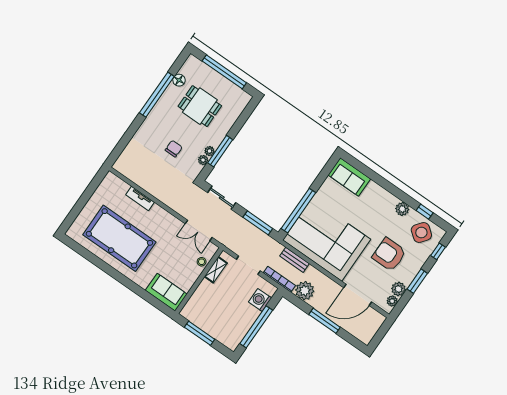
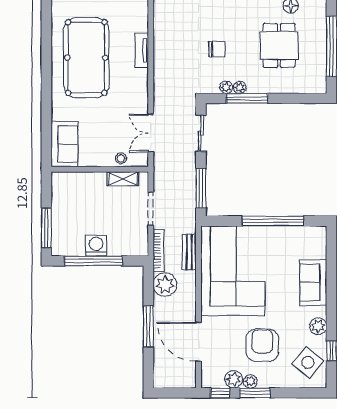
sofa: (349, 177) -> (313, 282), moved
window: (298, 211) -> (273, 221), moved
window: (438, 251) -> (220, 393), moved
washing machine: (260, 300) -> (96, 246), moved
plant: (392, 301) -> (250, 381), moved
window: (200, 333) -> (46, 228), moved

